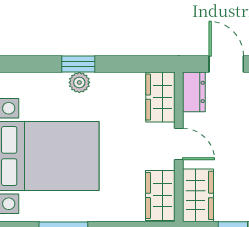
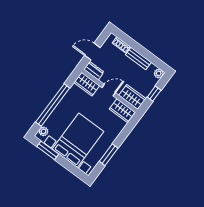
window: (78, 64) -> (53, 105), width x3.17
plant: (79, 82) -> (43, 131), moved

